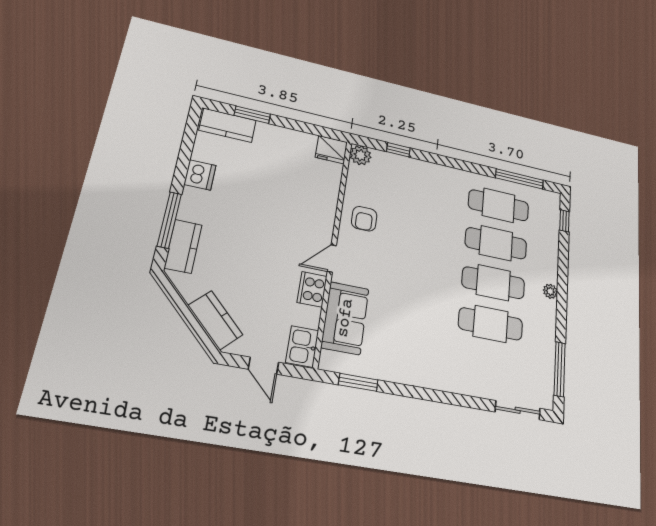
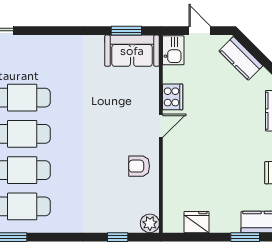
fridge: (331, 150) -> (197, 222), moved
armchair: (364, 219) -> (139, 166), turned -90
sofa: (345, 318) -> (132, 51), moved, turned -90

